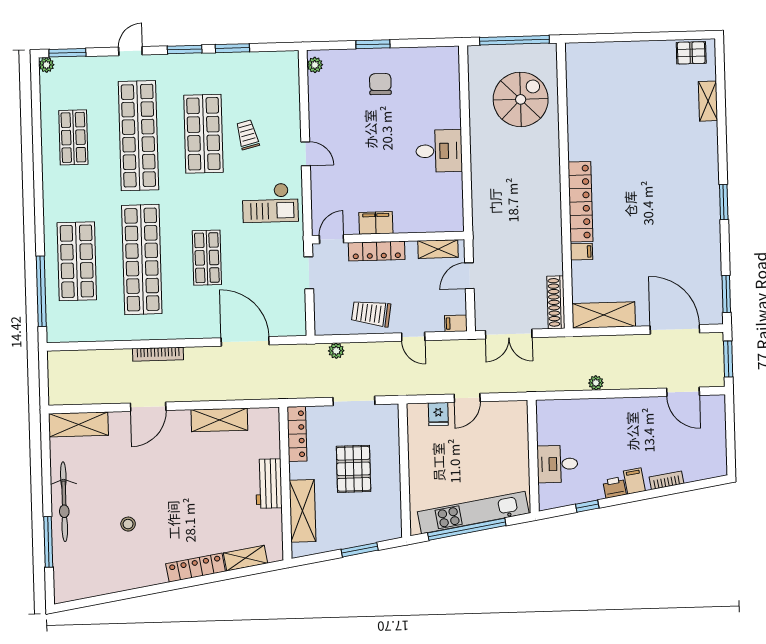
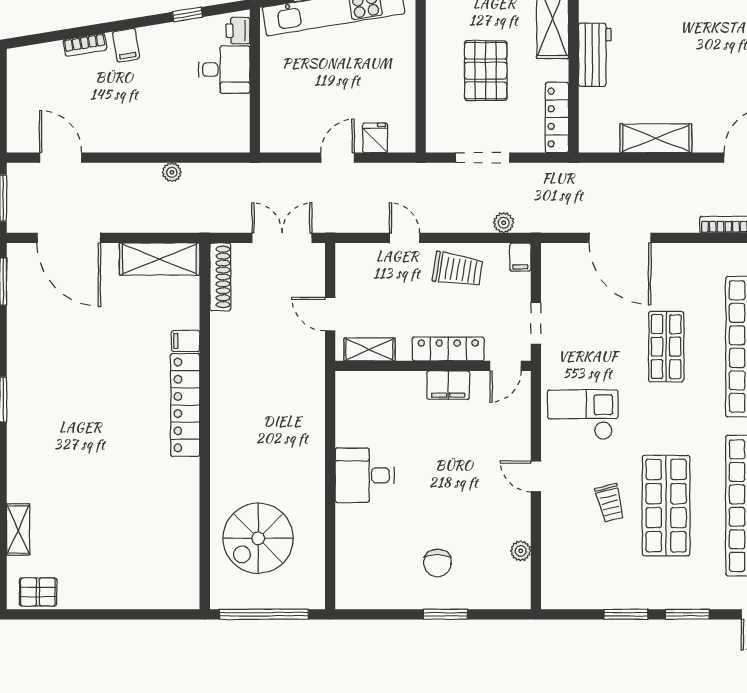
plant: (315, 65) -> (521, 551), moved
door: (469, 276) -> (330, 314), swing flipped
filing cabinet: (456, 323) -> (520, 257), moved, turned 90
printer: (614, 487) -> (238, 31), moved, turned 99

